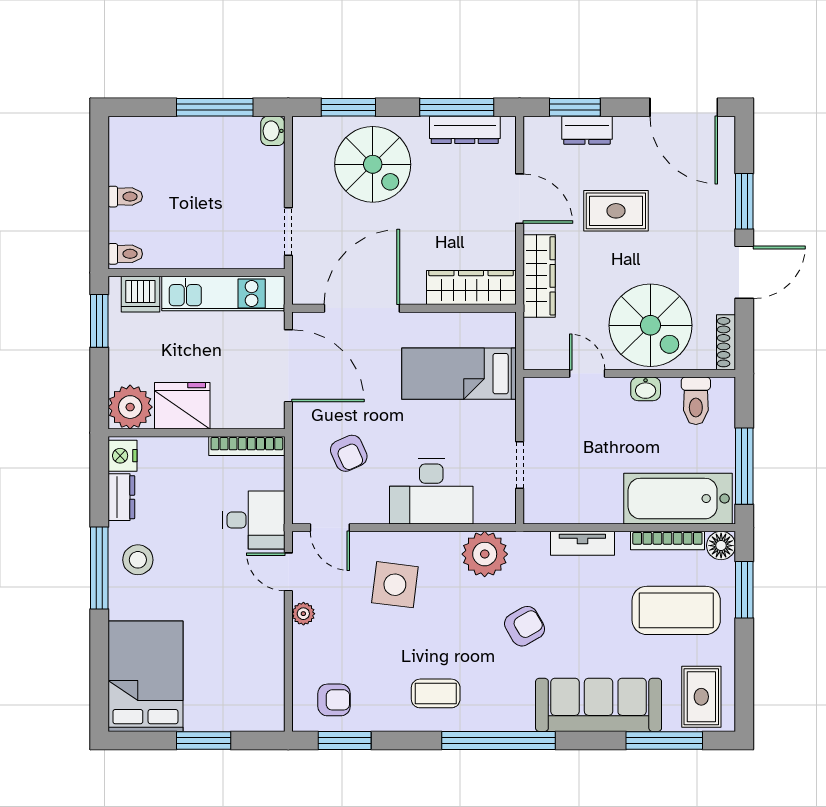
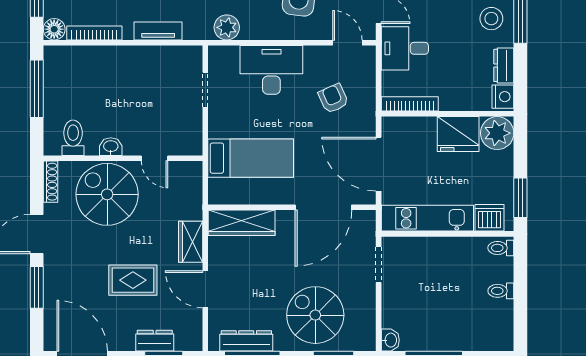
wardrobe: (539, 276) -> (191, 242), width x0.67
bathtub: (678, 499) -> (86, 64), removed
plant: (485, 554) -> (227, 27), width x0.73, depth x0.73

